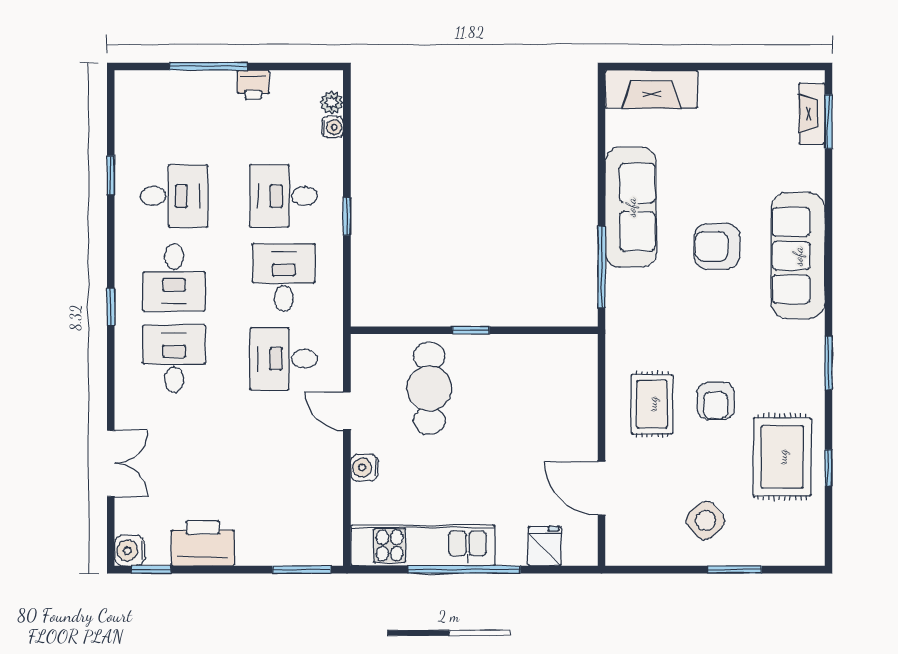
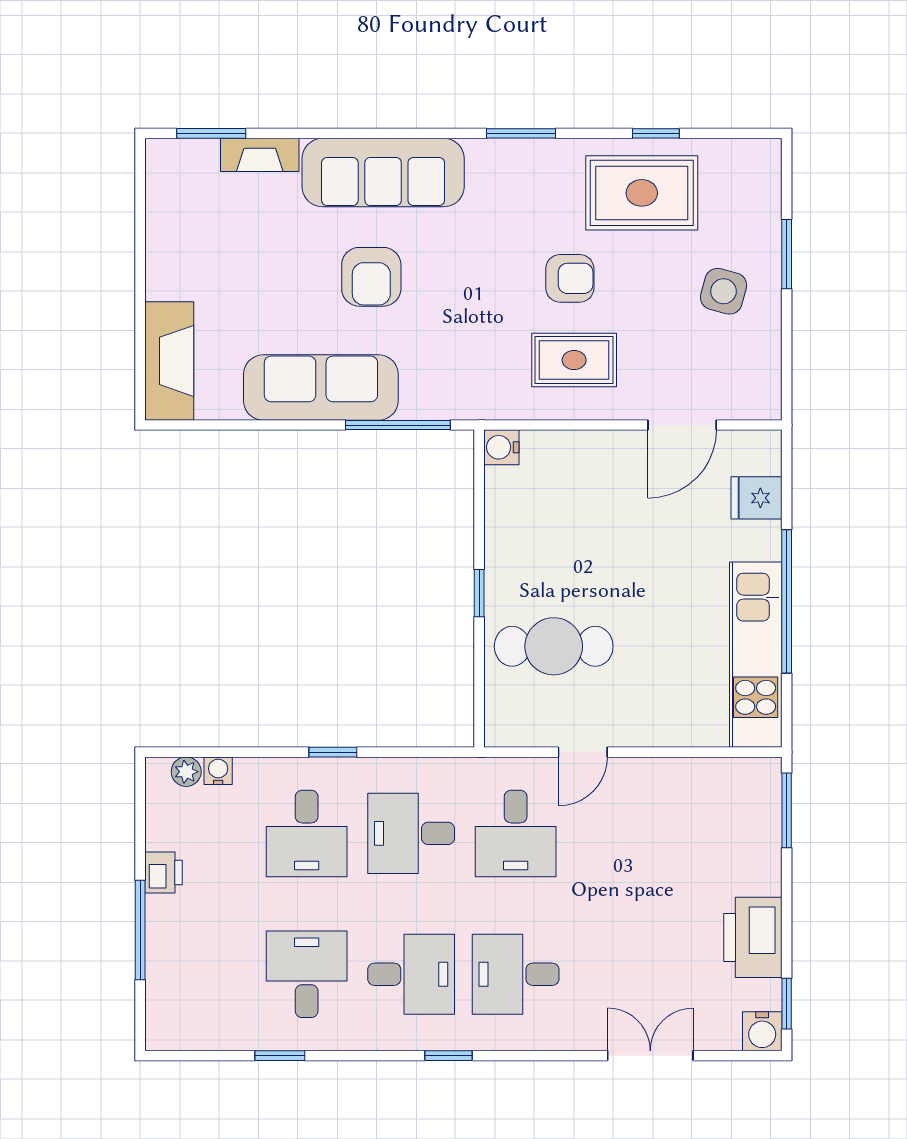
fireplace: (812, 114) -> (260, 155), moved
water cooler: (364, 467) -> (501, 447), moved, turned 90
side table: (706, 521) -> (724, 291), turned -33

